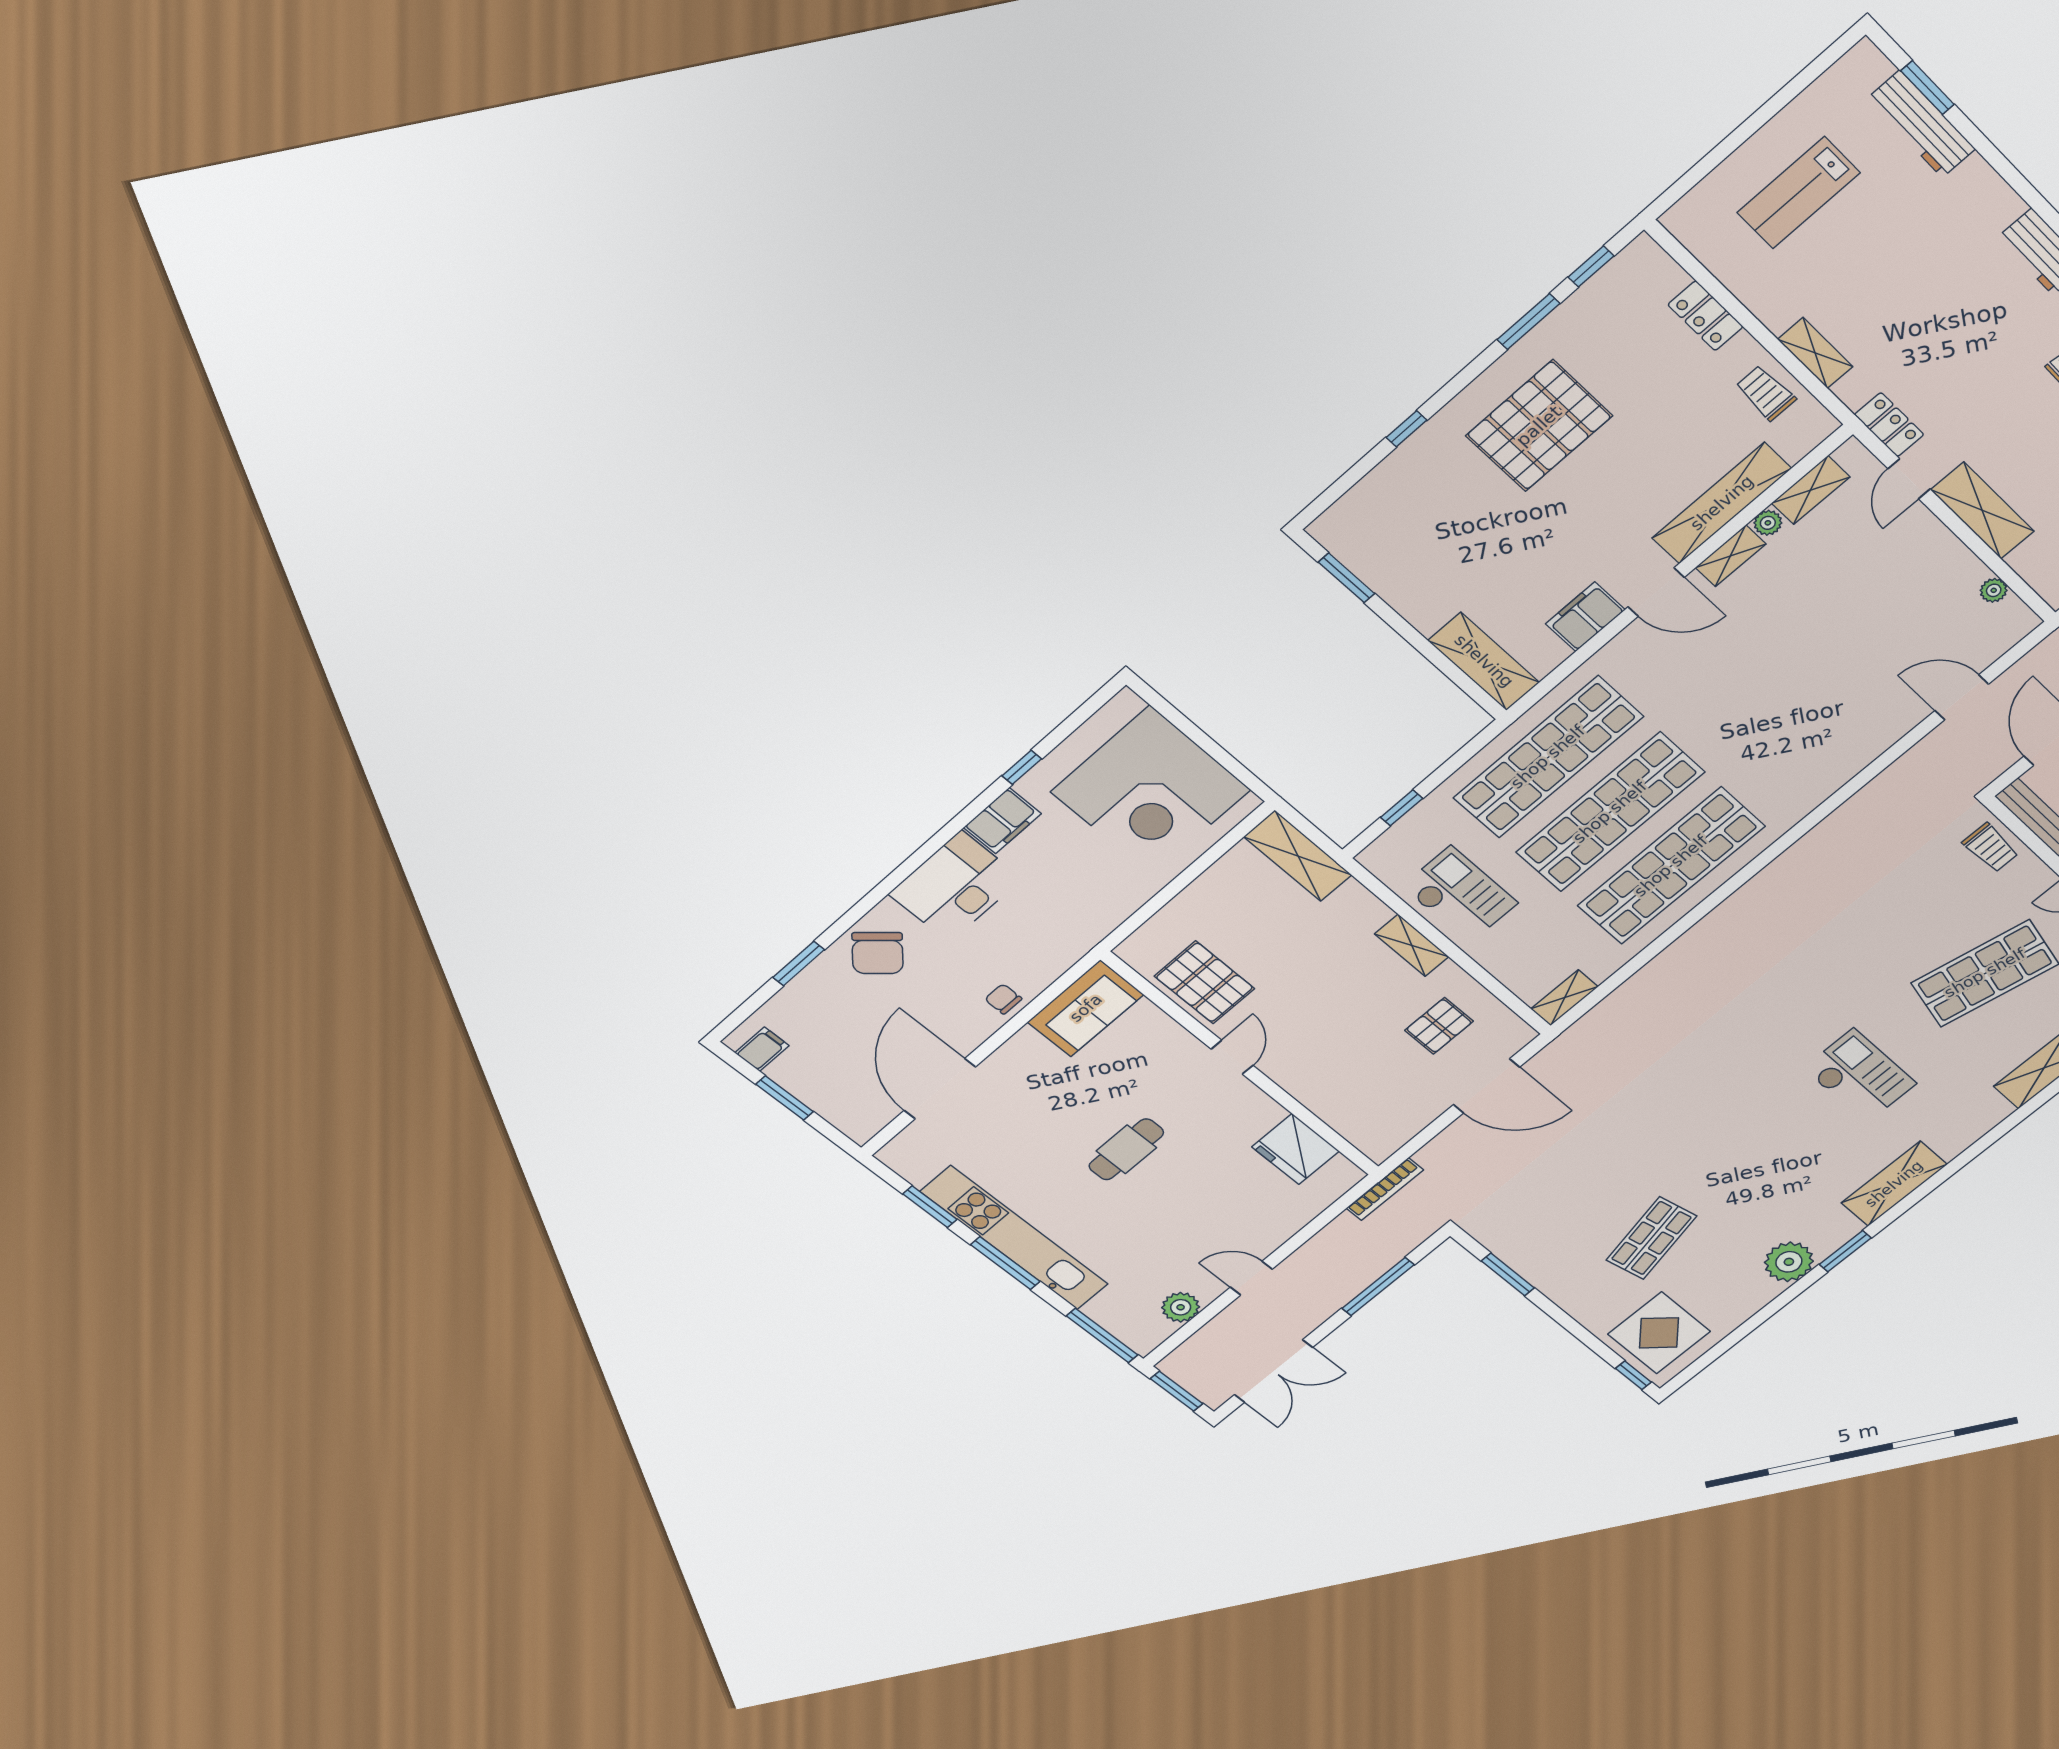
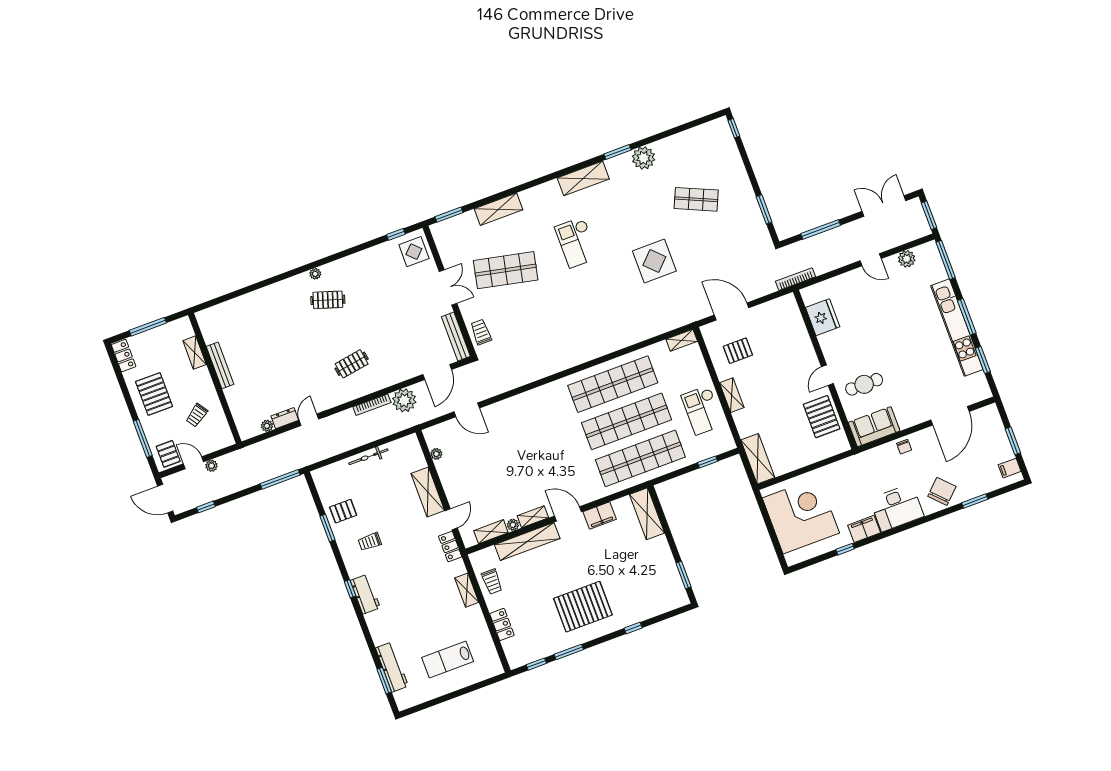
lab bench: (1799, 193) -> (448, 660), turned 180
cafe table: (1126, 1149) -> (864, 384), moved
shop shelf: (1651, 1238) -> (696, 199), turned 36
display table: (1659, 1333) -> (654, 261), moved

